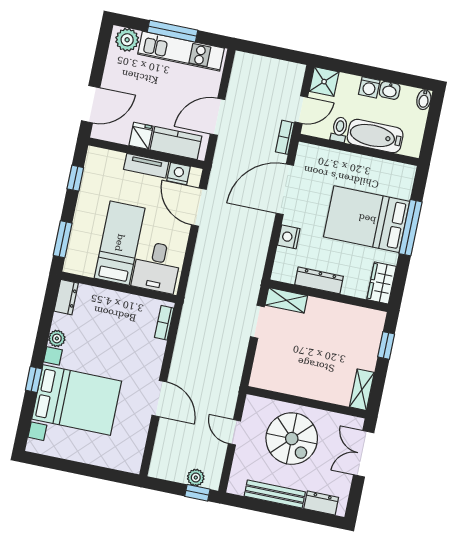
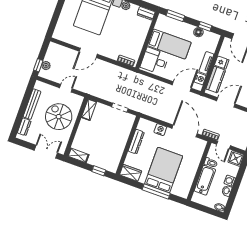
door: (218, 117) -> (226, 102), hinge flipped
floor lamp: (88, 190) -> (198, 32), added
shelving: (286, 300) -> (89, 110), moved
spiral stairs: (292, 439) -> (59, 117), turned 90

